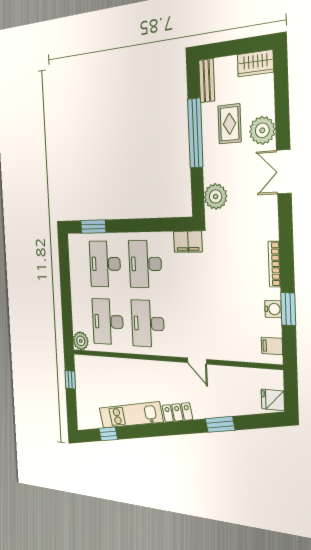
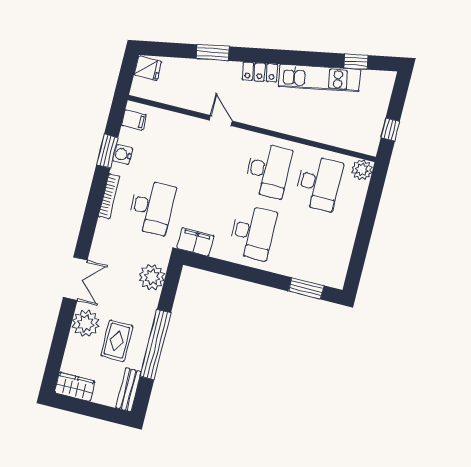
desk: (105, 264) -> (151, 207), moved

